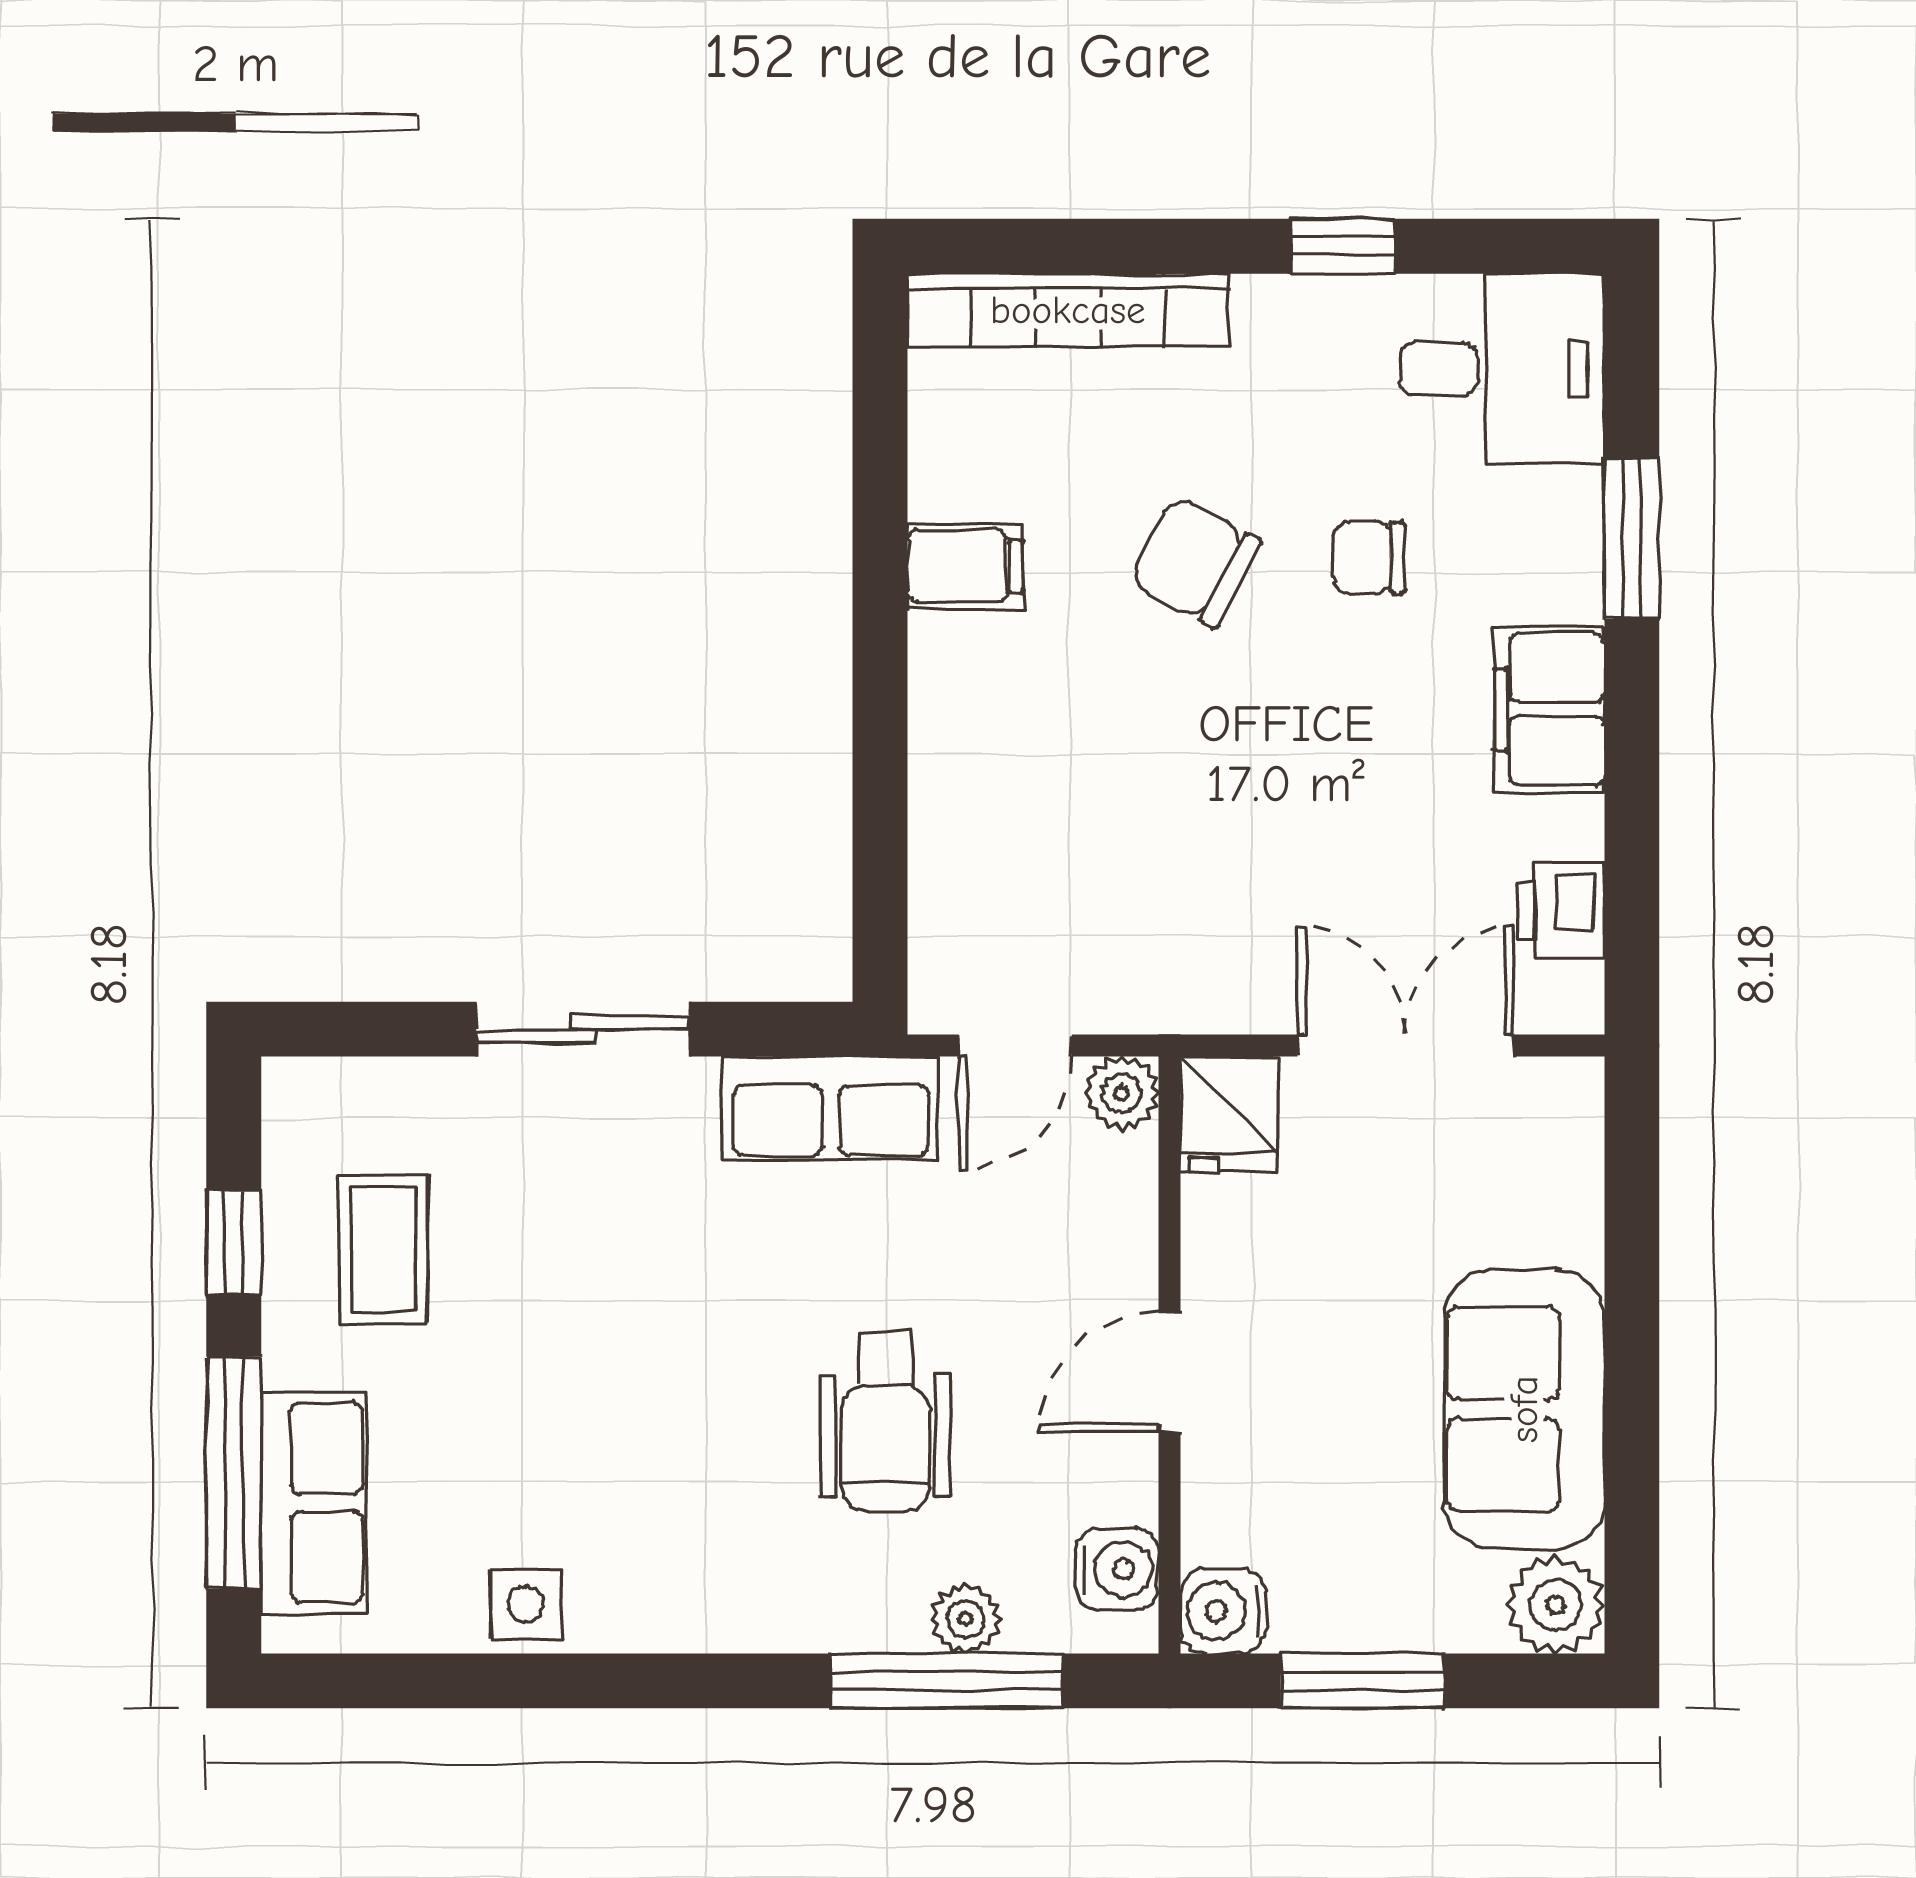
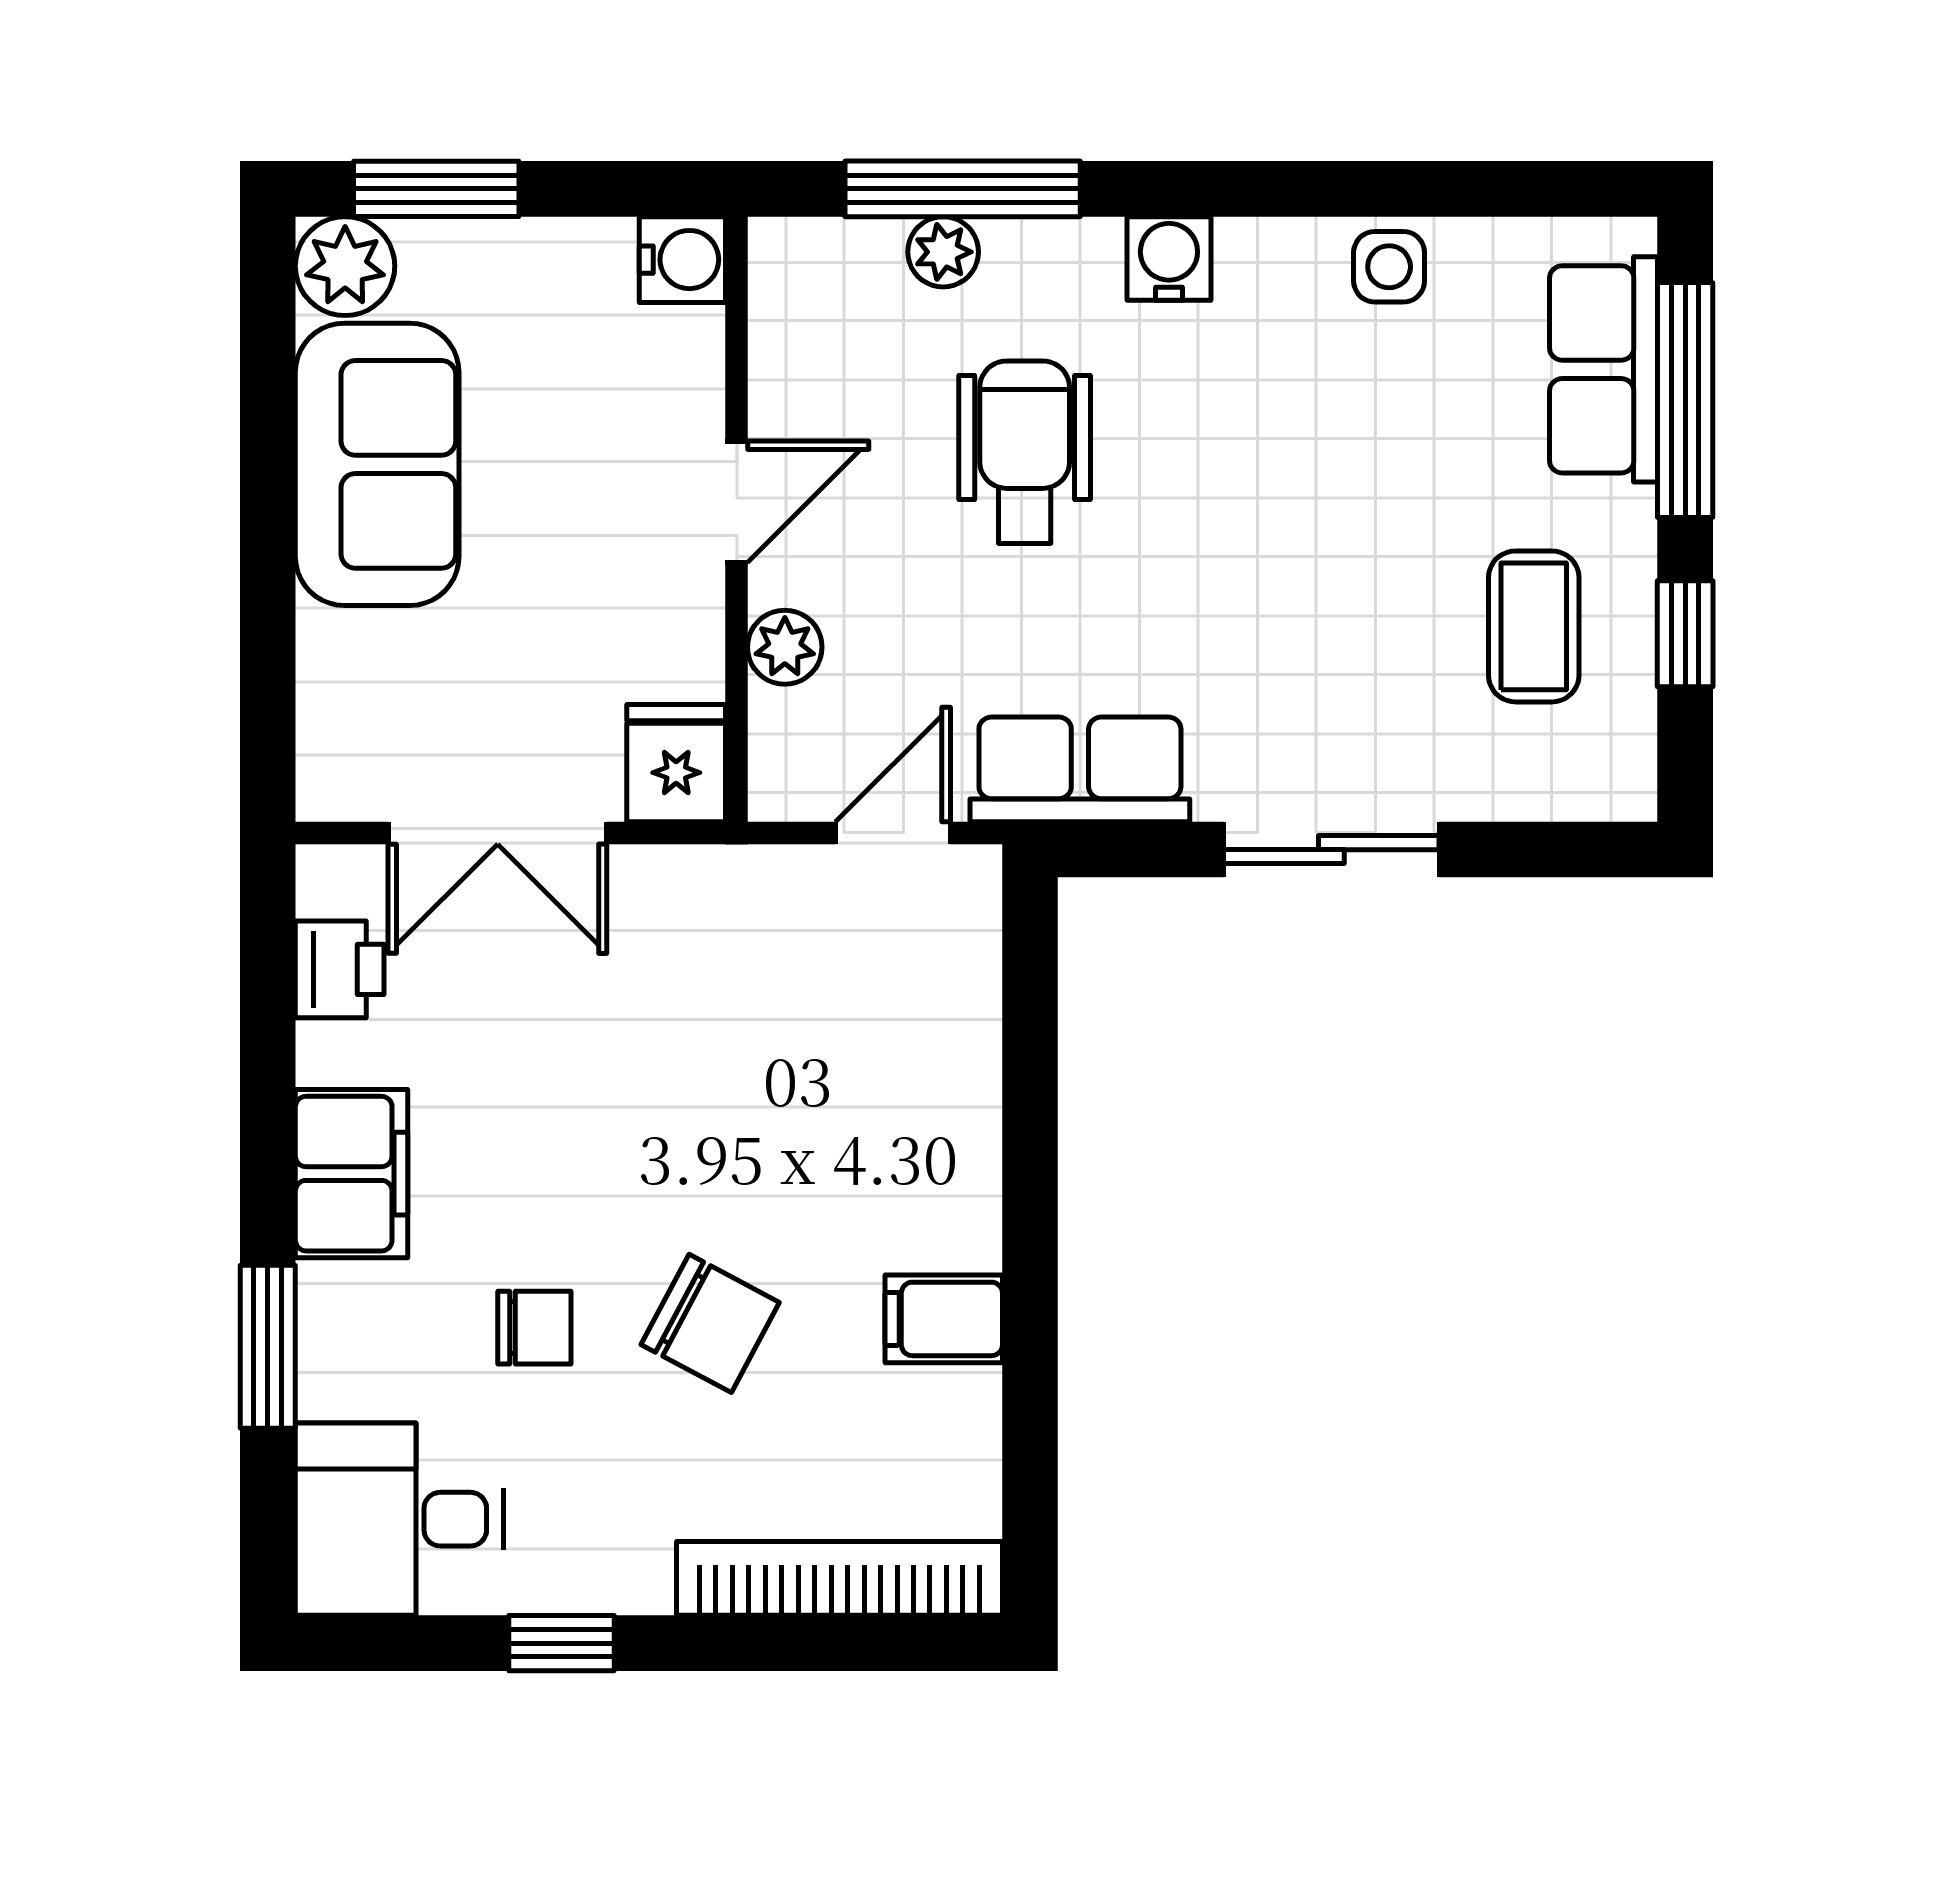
plant: (1122, 1093) -> (785, 647), moved
water cooler: (1117, 1569) -> (1169, 258), moved, turned 90
window: (1362, 1681) -> (436, 189), moved

